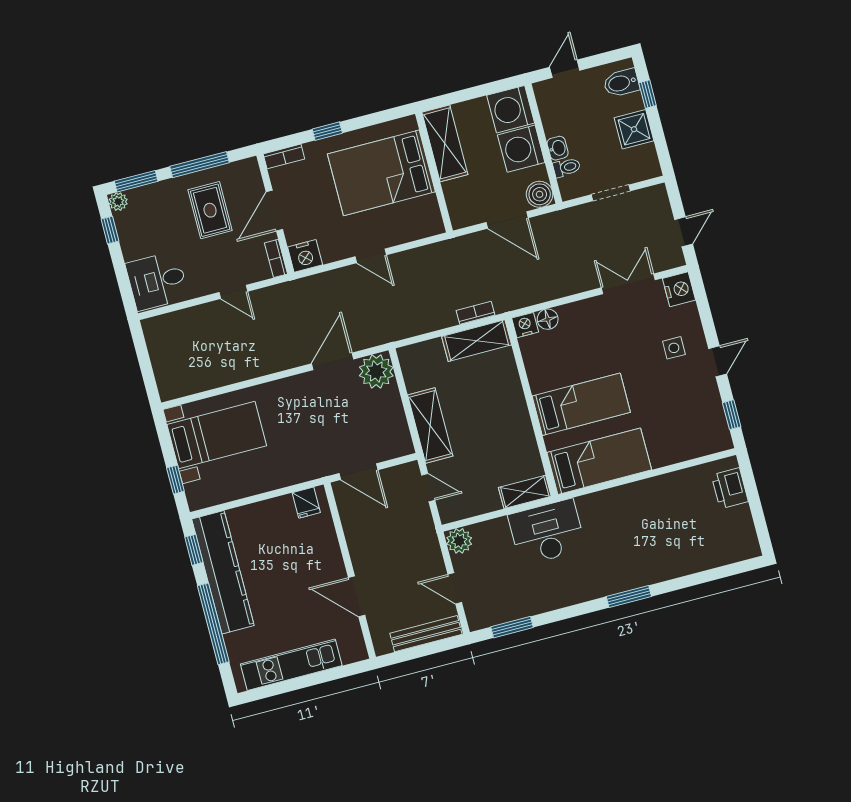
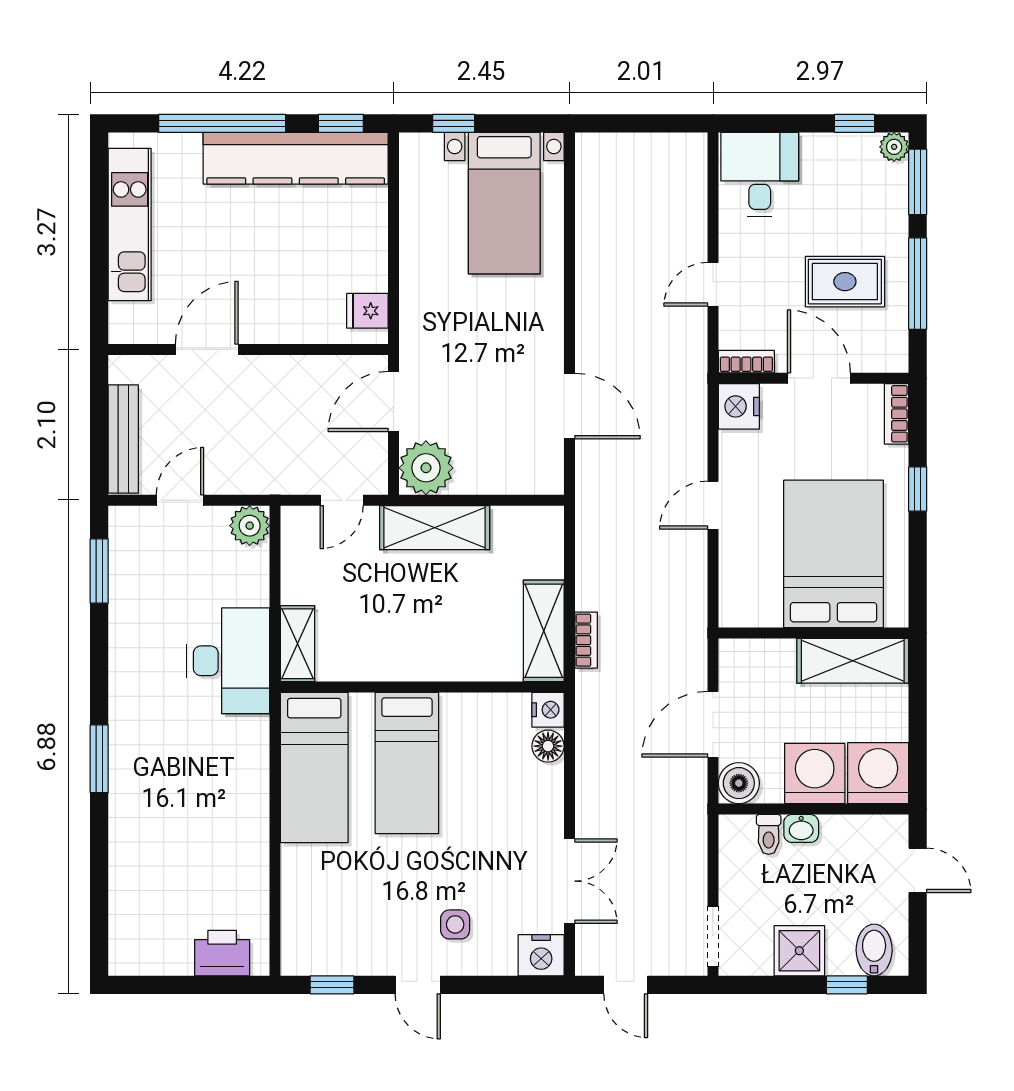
doorway: (611, 193) -> (713, 937), moved
plant: (376, 371) -> (426, 468), moved

